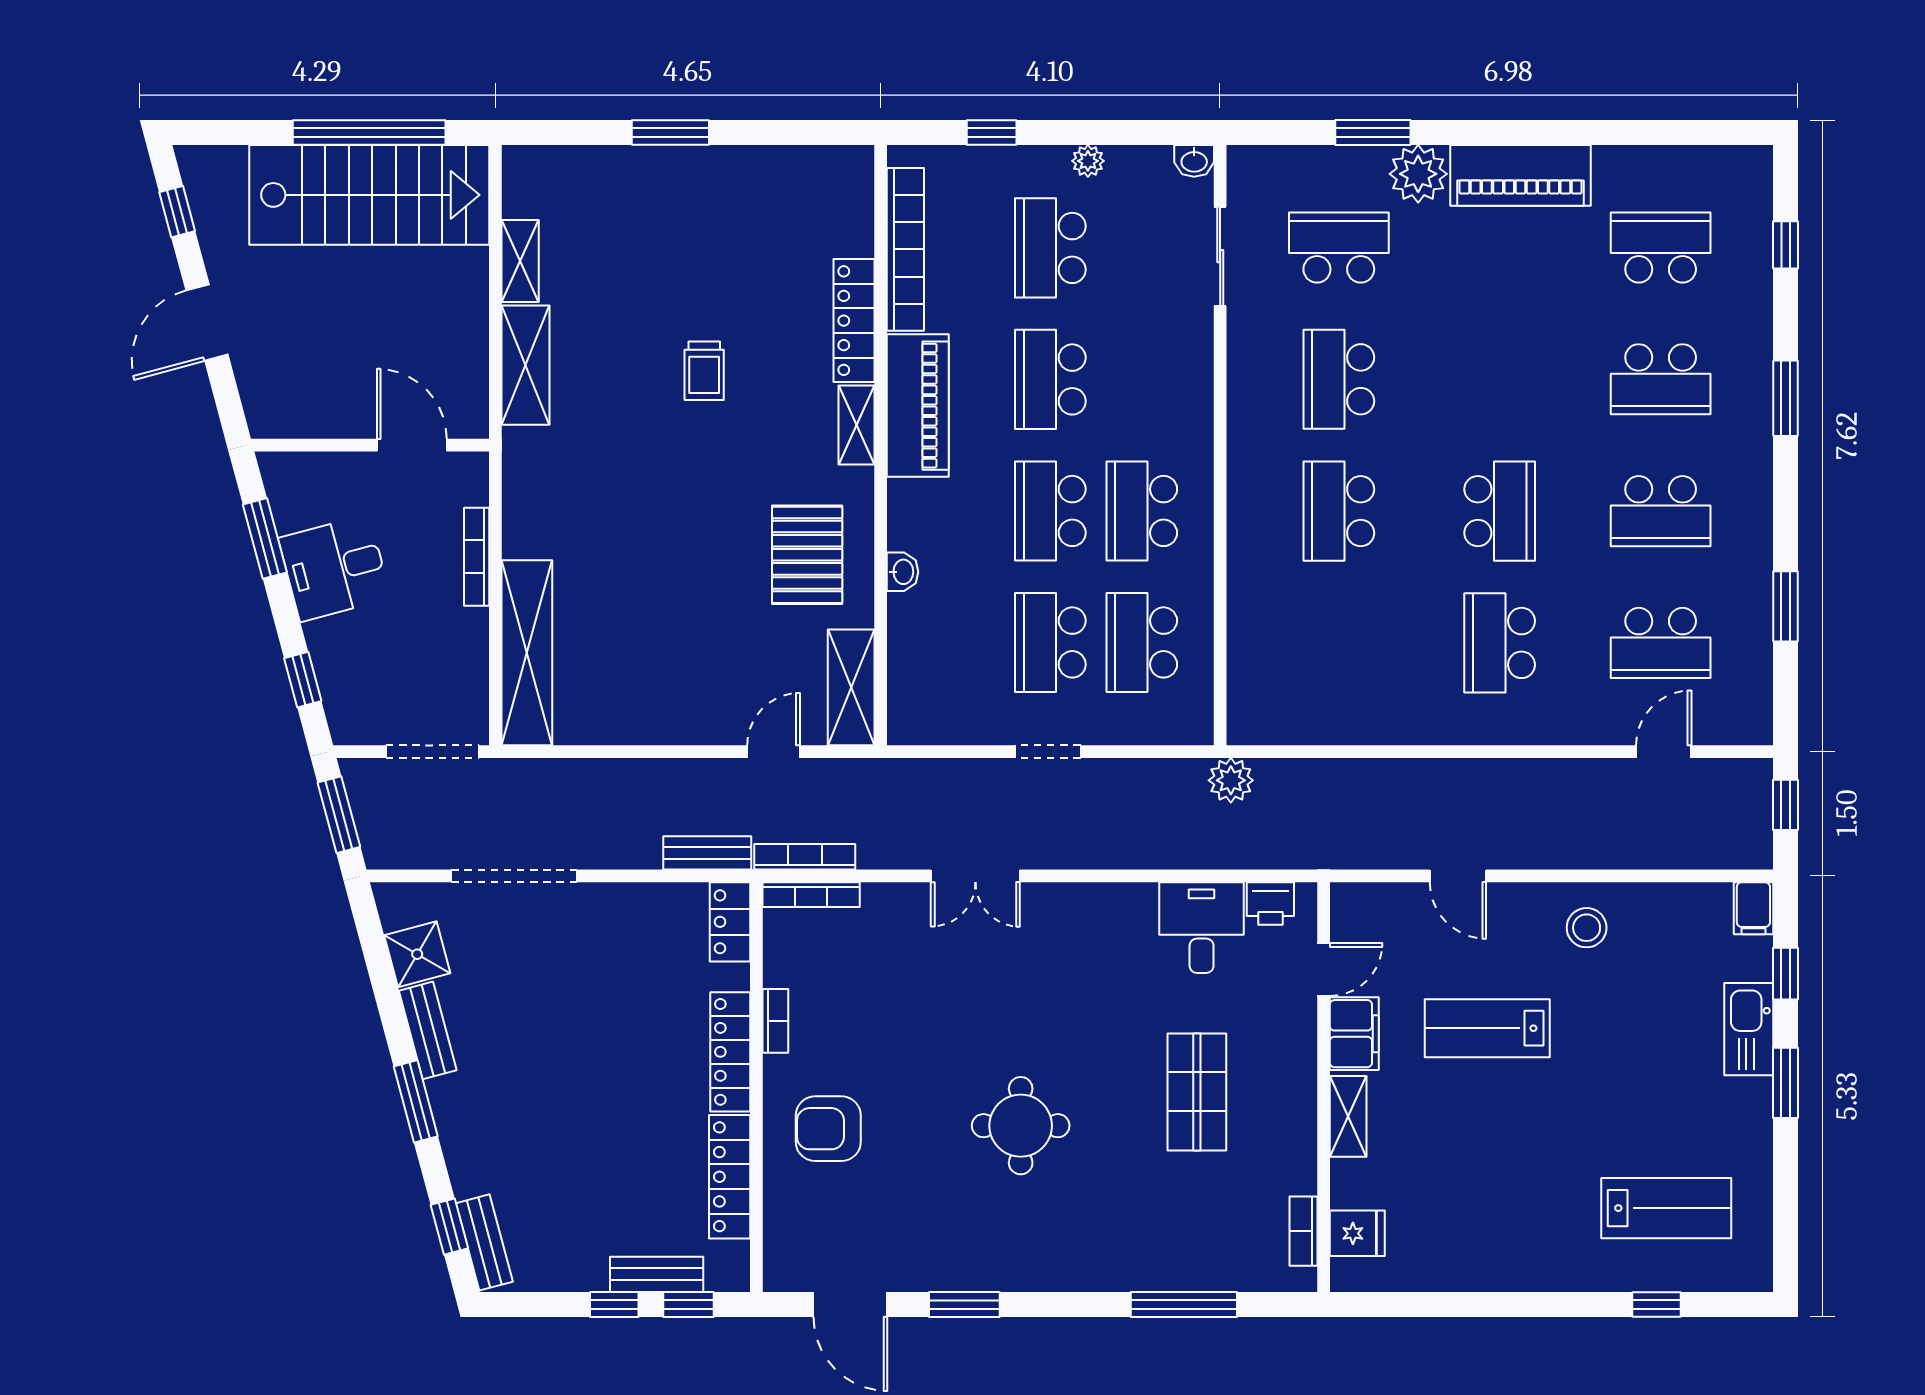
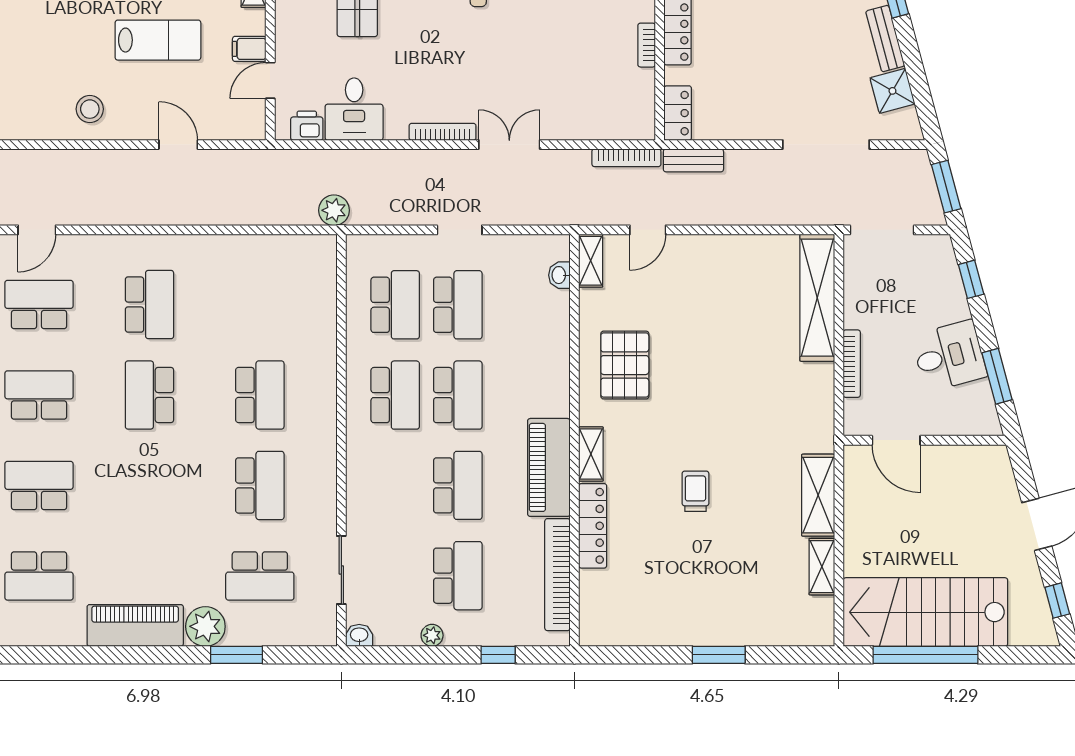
washbasin: (902, 572) -> (559, 275), moved
shelving: (851, 687) -> (591, 261), width x0.67, depth x0.75
bookcase: (811, 895) -> (443, 132), moved
filing cabinet: (1354, 1034) -> (249, 49), width x0.50

